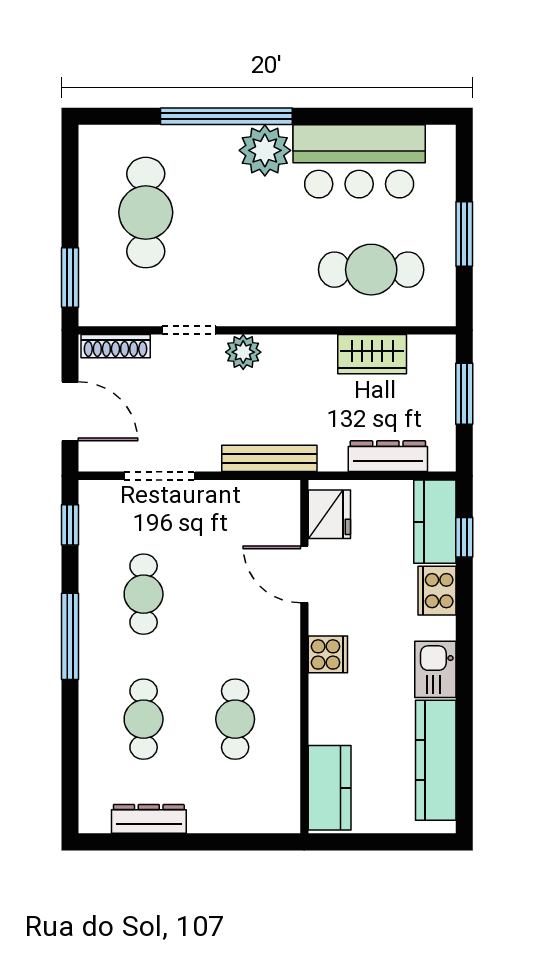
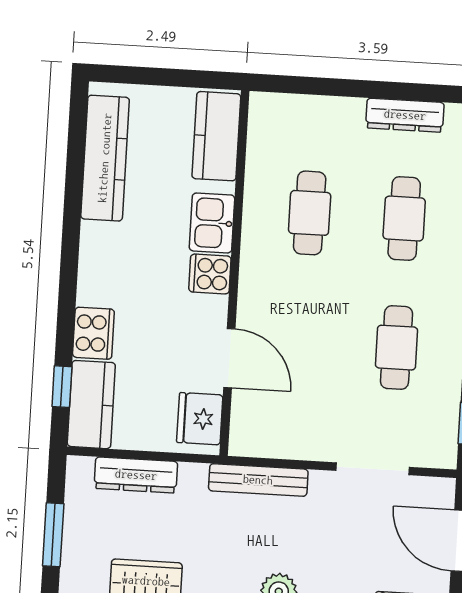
kitchen sink: (435, 669) -> (212, 223), moved, turned 180

